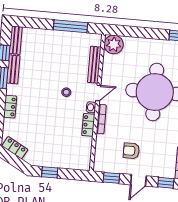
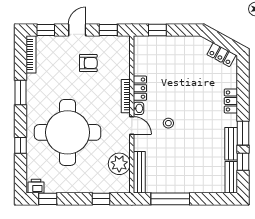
window: (131, 32) -> (101, 199), added
plant: (114, 44) -> (119, 164), moved
bench: (94, 65) -> (139, 172), moved
door: (98, 93) -> (132, 125), swing flipped
window: (50, 172) -> (157, 30), moved

